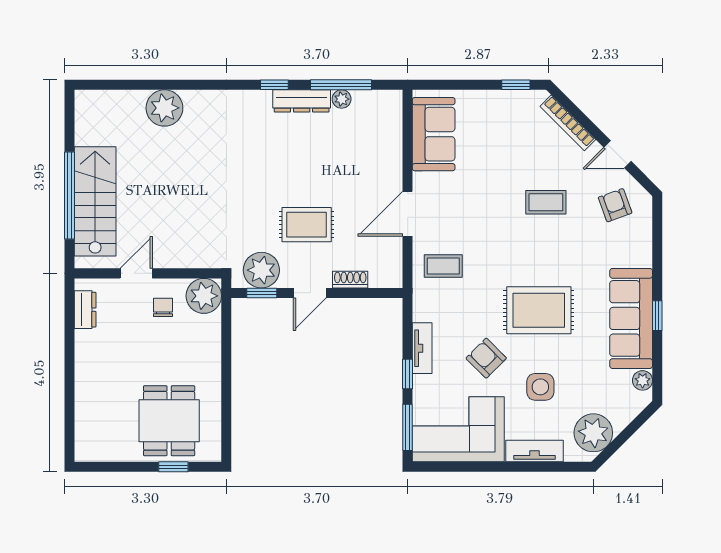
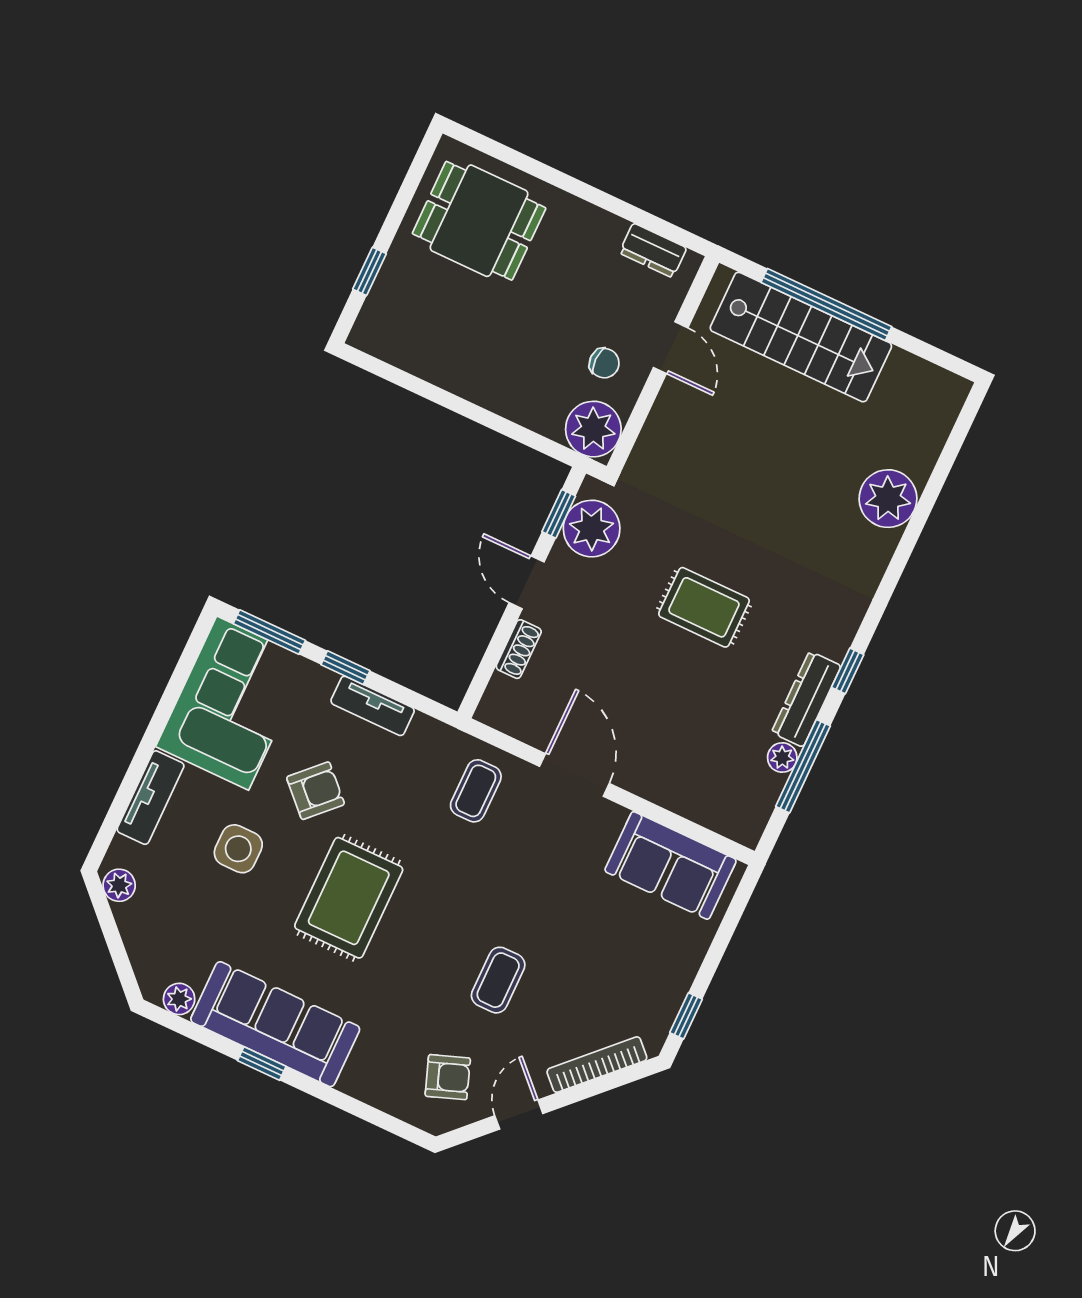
rug: (307, 225) -> (704, 607), moved, turned 90
dining table: (169, 421) -> (479, 221), moved
plant: (593, 433) -> (119, 885), width x0.53, depth x0.53

